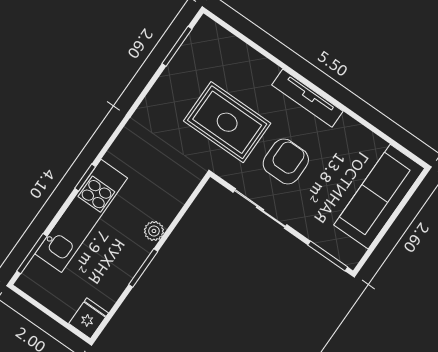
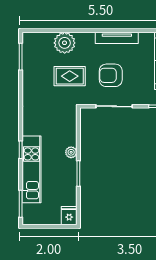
plant: (253, 70) -> (65, 43), added
tv unit: (307, 98) -> (117, 38), moved
rug: (227, 122) -> (70, 76), width x0.73, depth x0.70
armchair: (286, 162) -> (111, 75), turned -90

